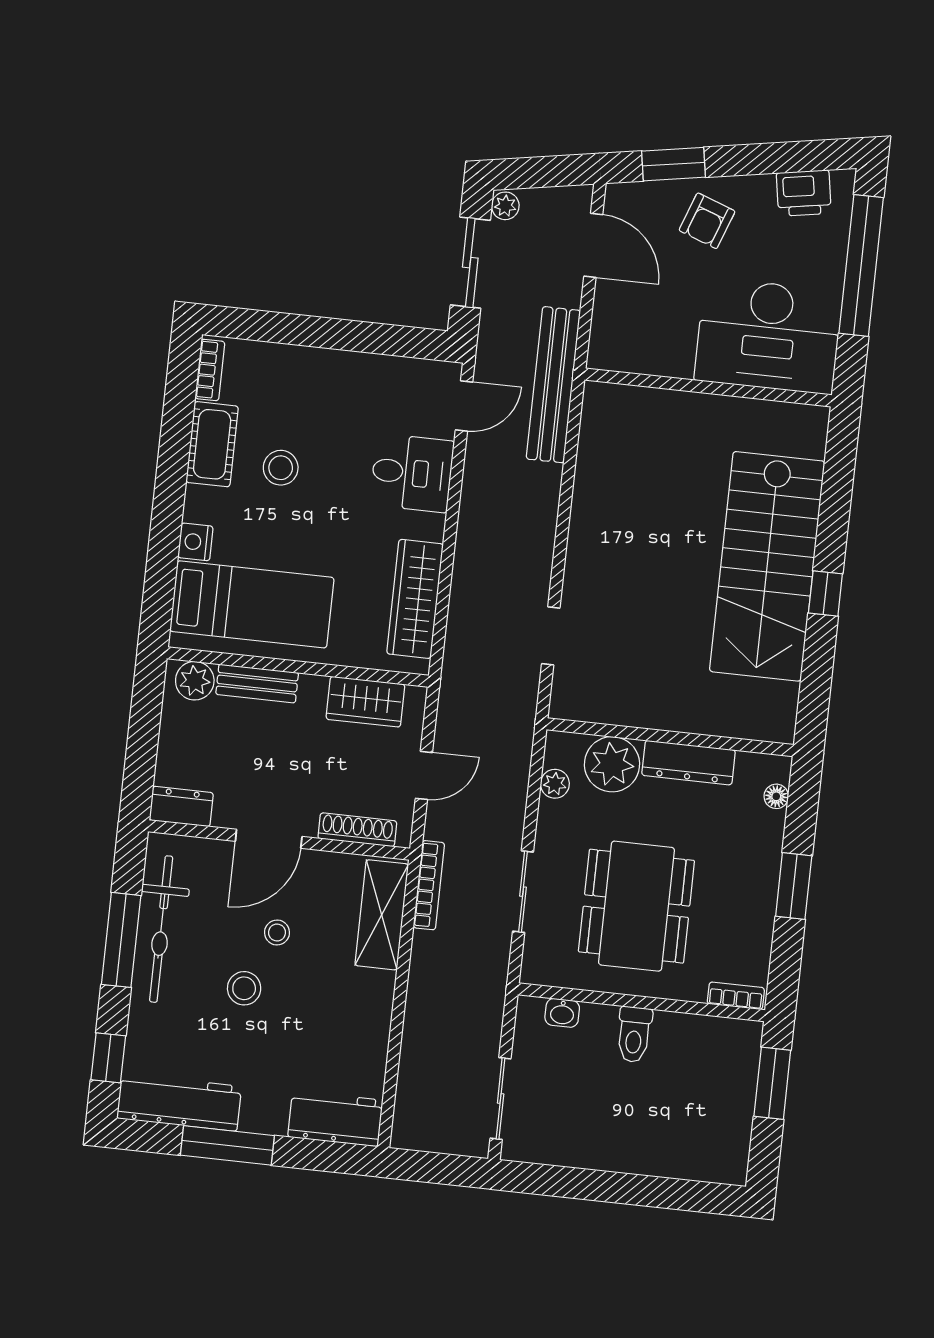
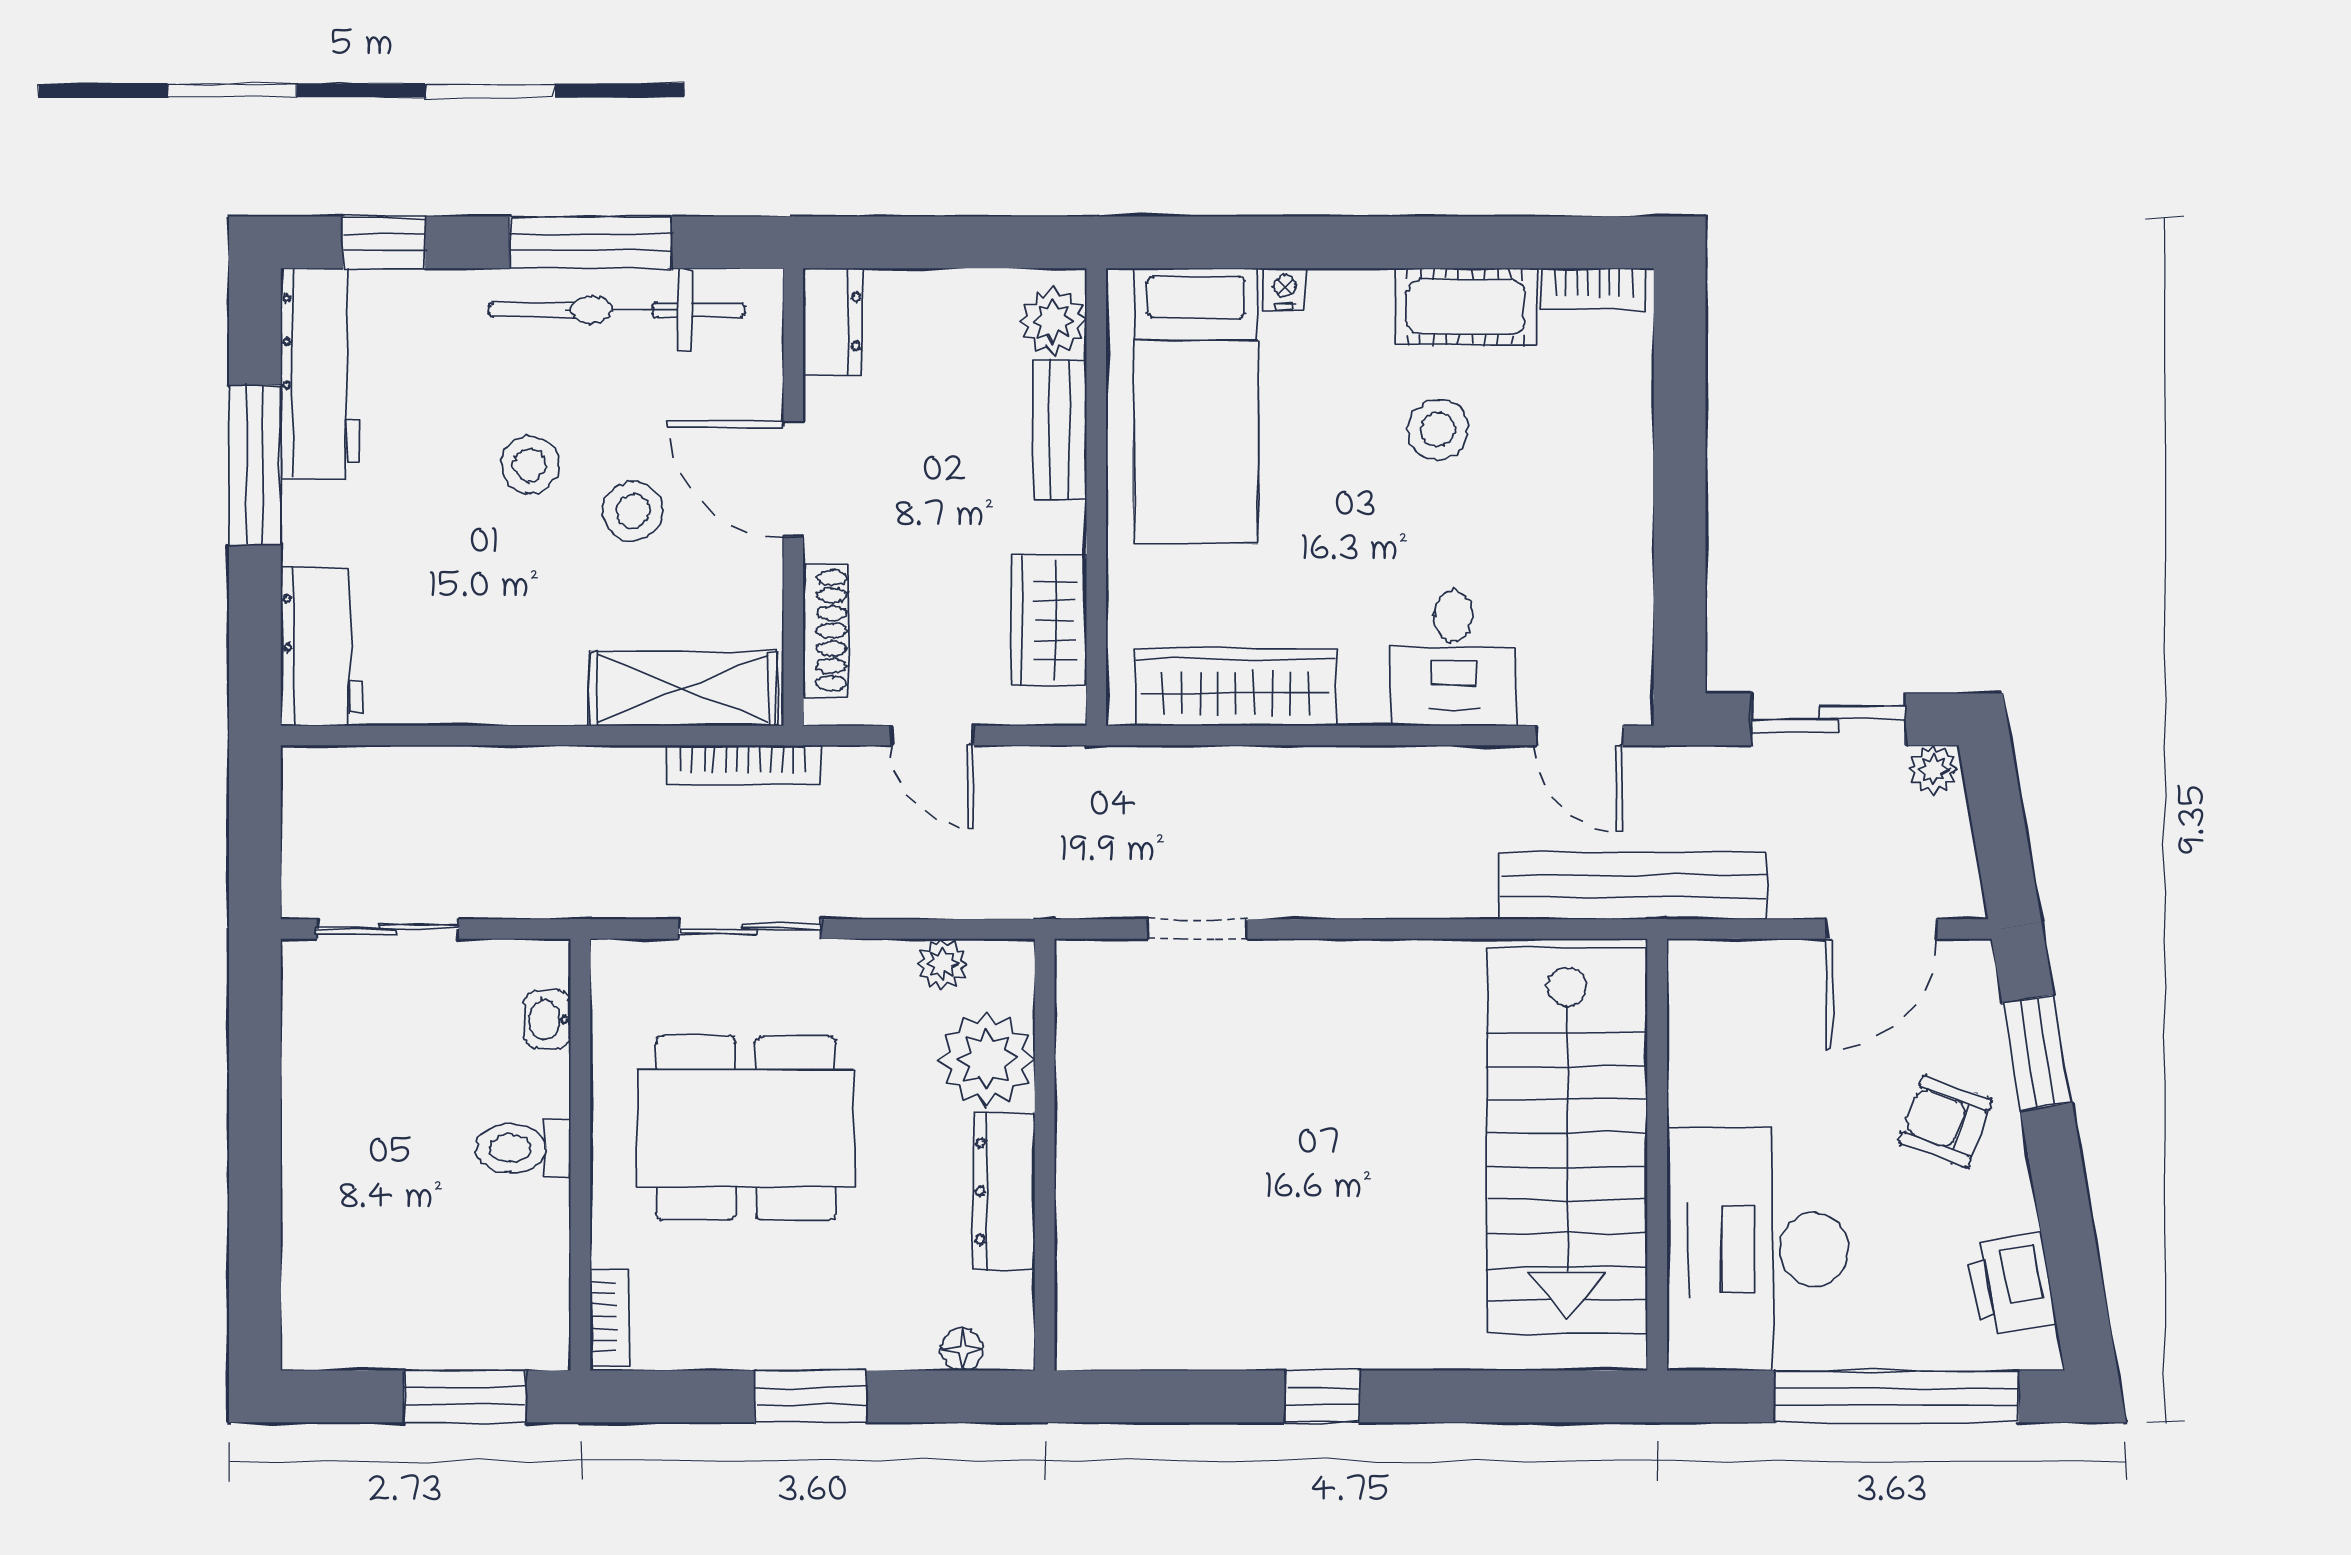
nightstand: (195, 542) -> (1285, 289), width x0.72, depth x0.74
stairs: (767, 566) -> (1567, 1141), moved, turned -90
stool: (277, 933) -> (633, 511), width x1.37, depth x1.37

